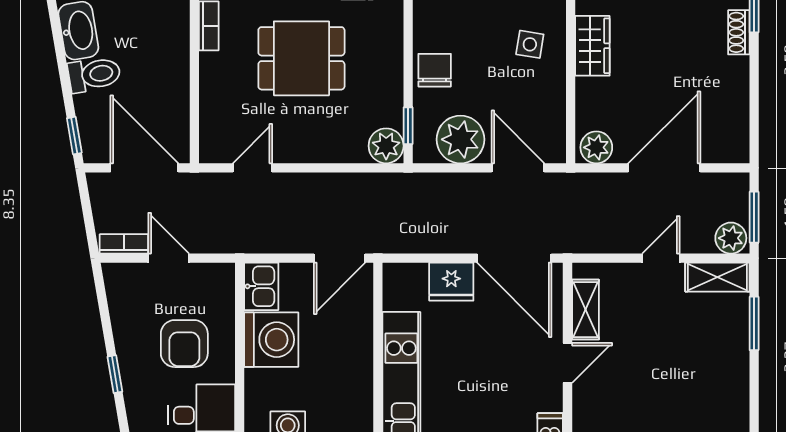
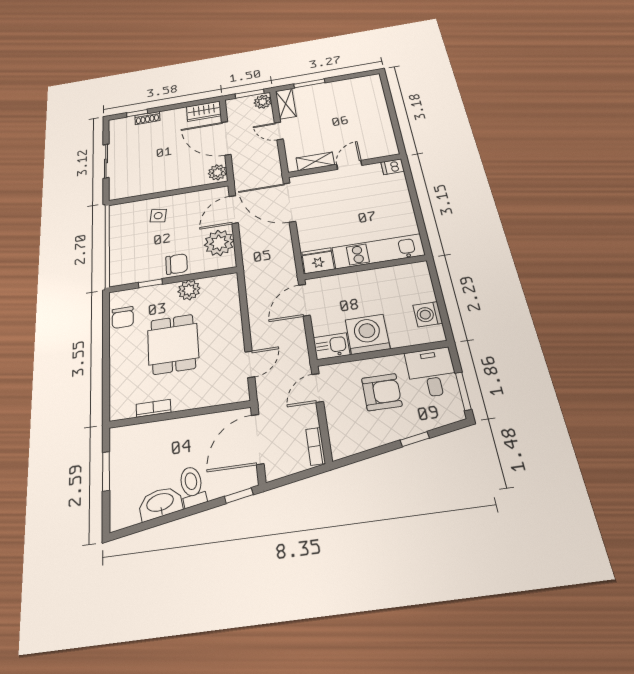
wardrobe: (592, 46) -> (204, 111), moved, turned 180
chair: (435, 70) -> (177, 264), turned 180
window: (408, 126) -> (150, 283), moved
plant: (386, 146) -> (189, 290), moved
door: (252, 168) -> (250, 364), swing flipped
door: (169, 258) -> (318, 388), moved
door: (340, 258) -> (304, 300), swing flipped
door: (514, 258) -> (290, 202), swing flipped
fridge: (451, 282) -> (318, 261), moved, turned -90
door: (568, 363) -> (349, 165), hinge flipped

